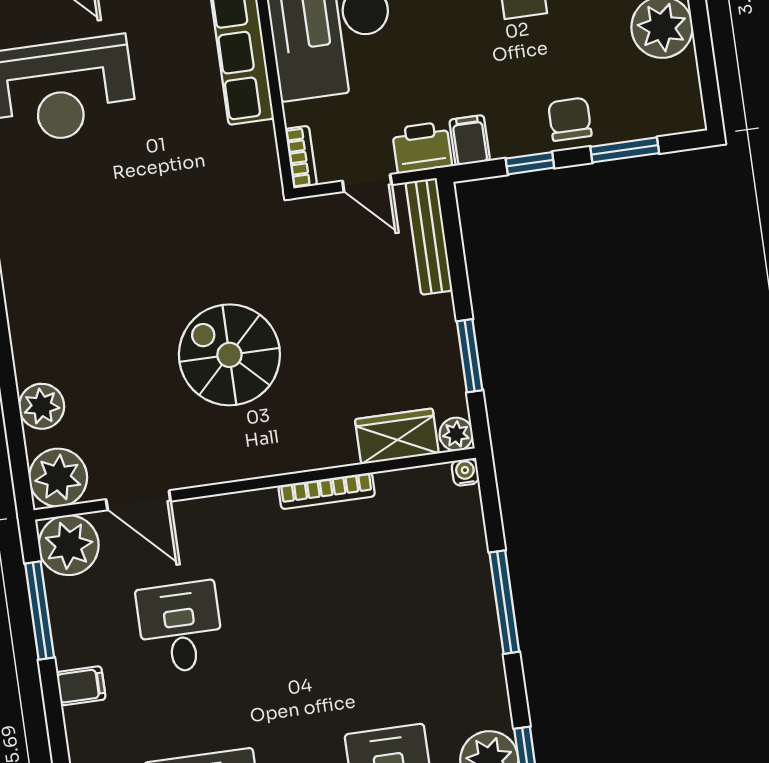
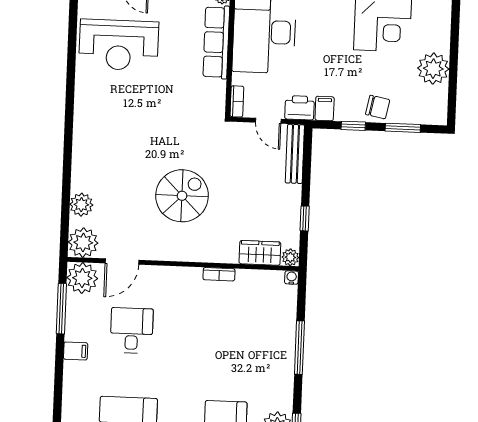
chair: (570, 119) -> (378, 107), turned 101
spiral stairs: (229, 355) -> (182, 196), turned 90
window: (470, 356) -> (305, 218), width x0.67
bookcase: (327, 491) -> (219, 274), width x0.64
door: (138, 500) -> (122, 262), hinge flipped

